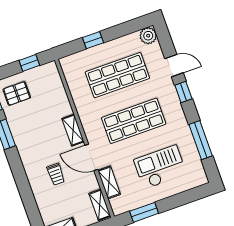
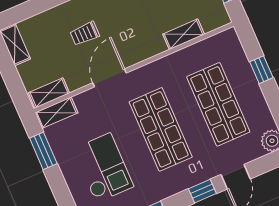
shelving: (73, 130) -> (184, 34), moved
shelving: (109, 182) -> (56, 113), moved

